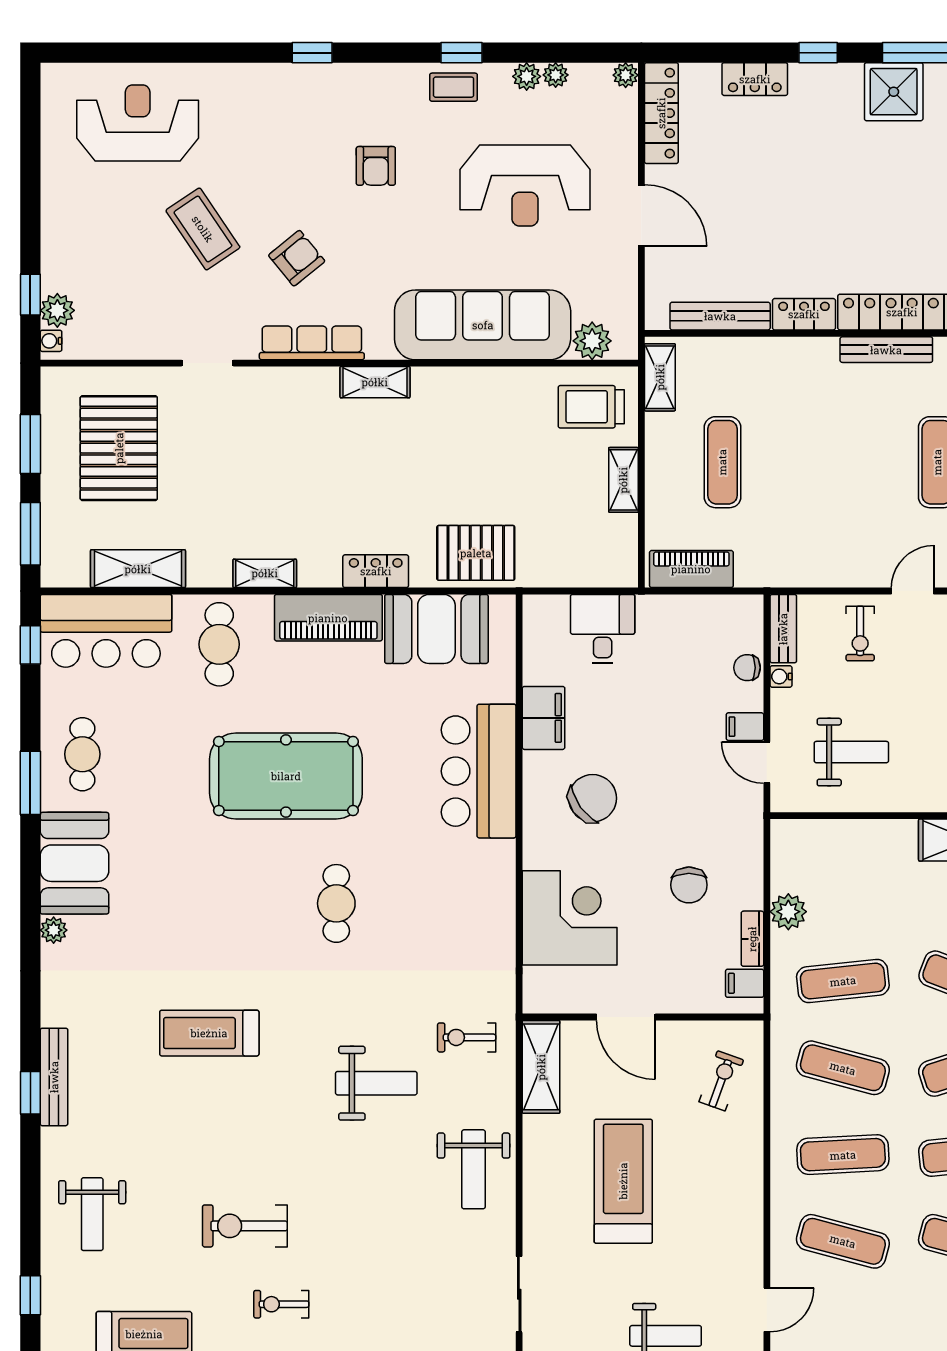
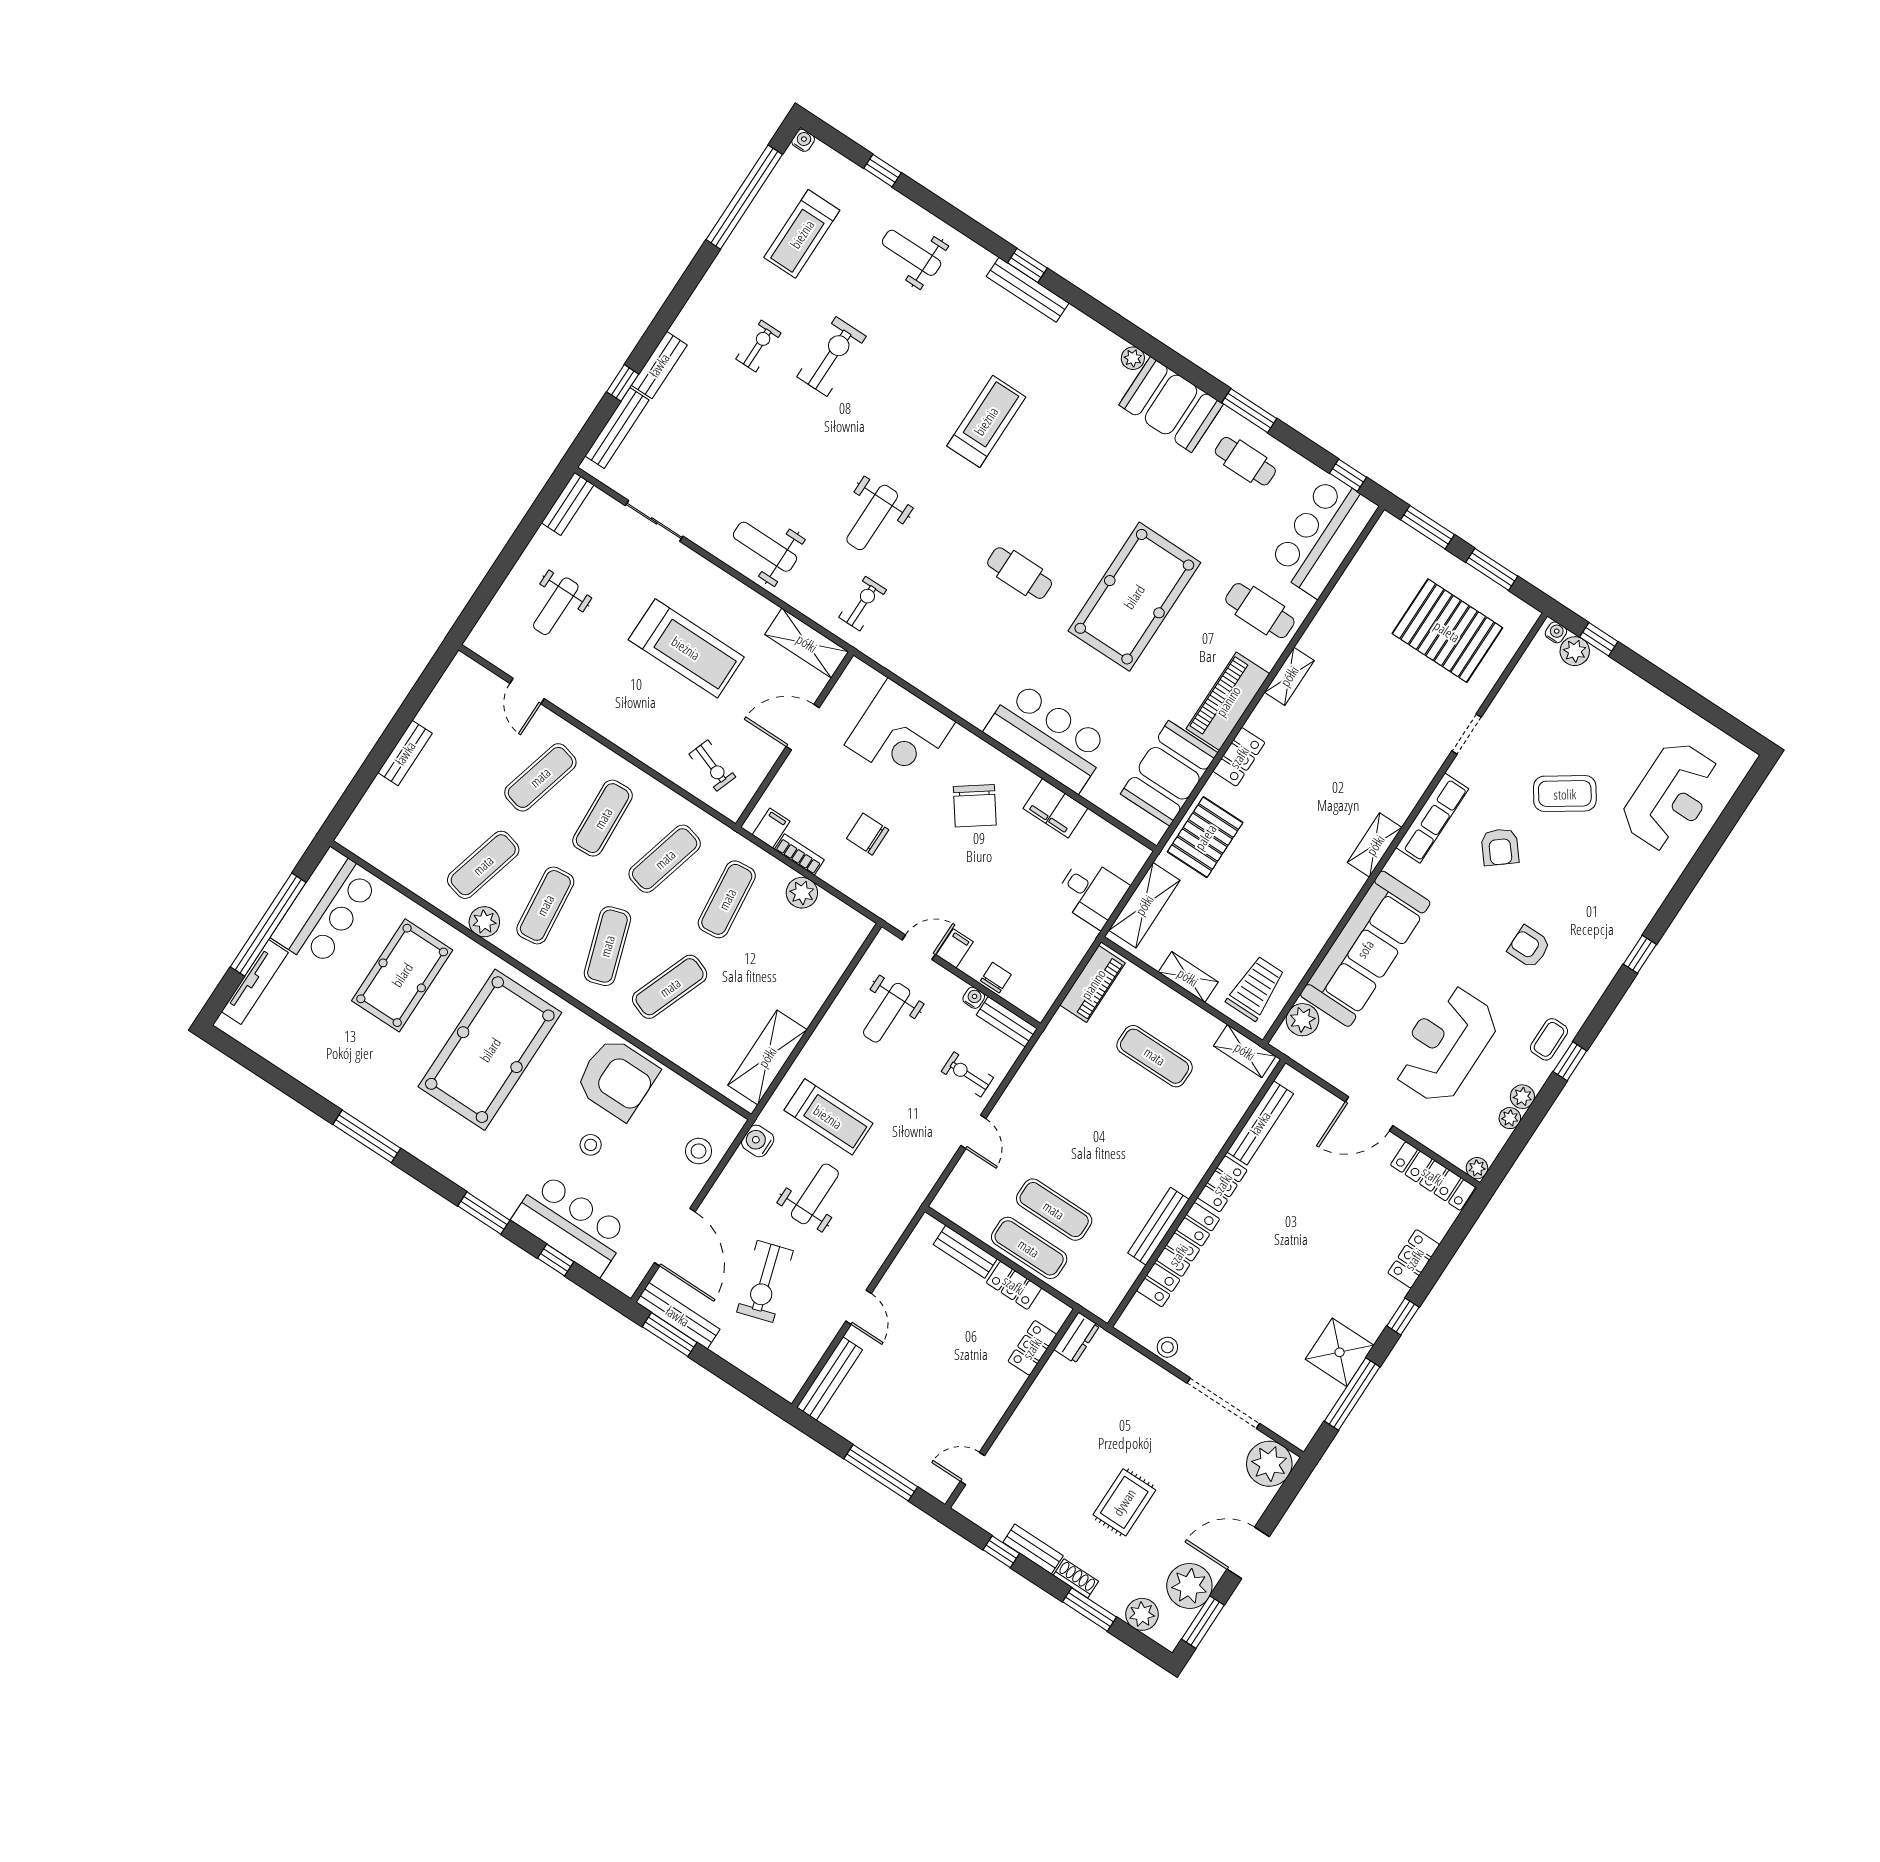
shelving: (138, 569) -> (1144, 905), moved

